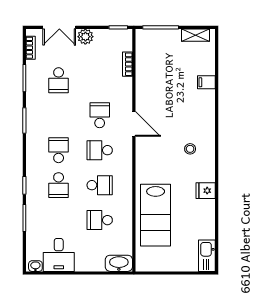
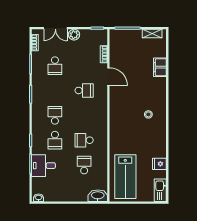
filing cabinet: (206, 82) -> (160, 67), width x2.00
school desk: (100, 115) -> (84, 90), turned 90
door: (134, 124) -> (108, 77), moved
school desk: (100, 150) -> (84, 115), removed
school desk: (100, 185) -> (84, 140), turned 180
fridge: (206, 191) -> (159, 164), moved
lab bench: (156, 215) -> (125, 177), moved
school desk: (100, 220) -> (84, 165), turned 90
desk: (59, 255) -> (43, 166), moved, turned 90

